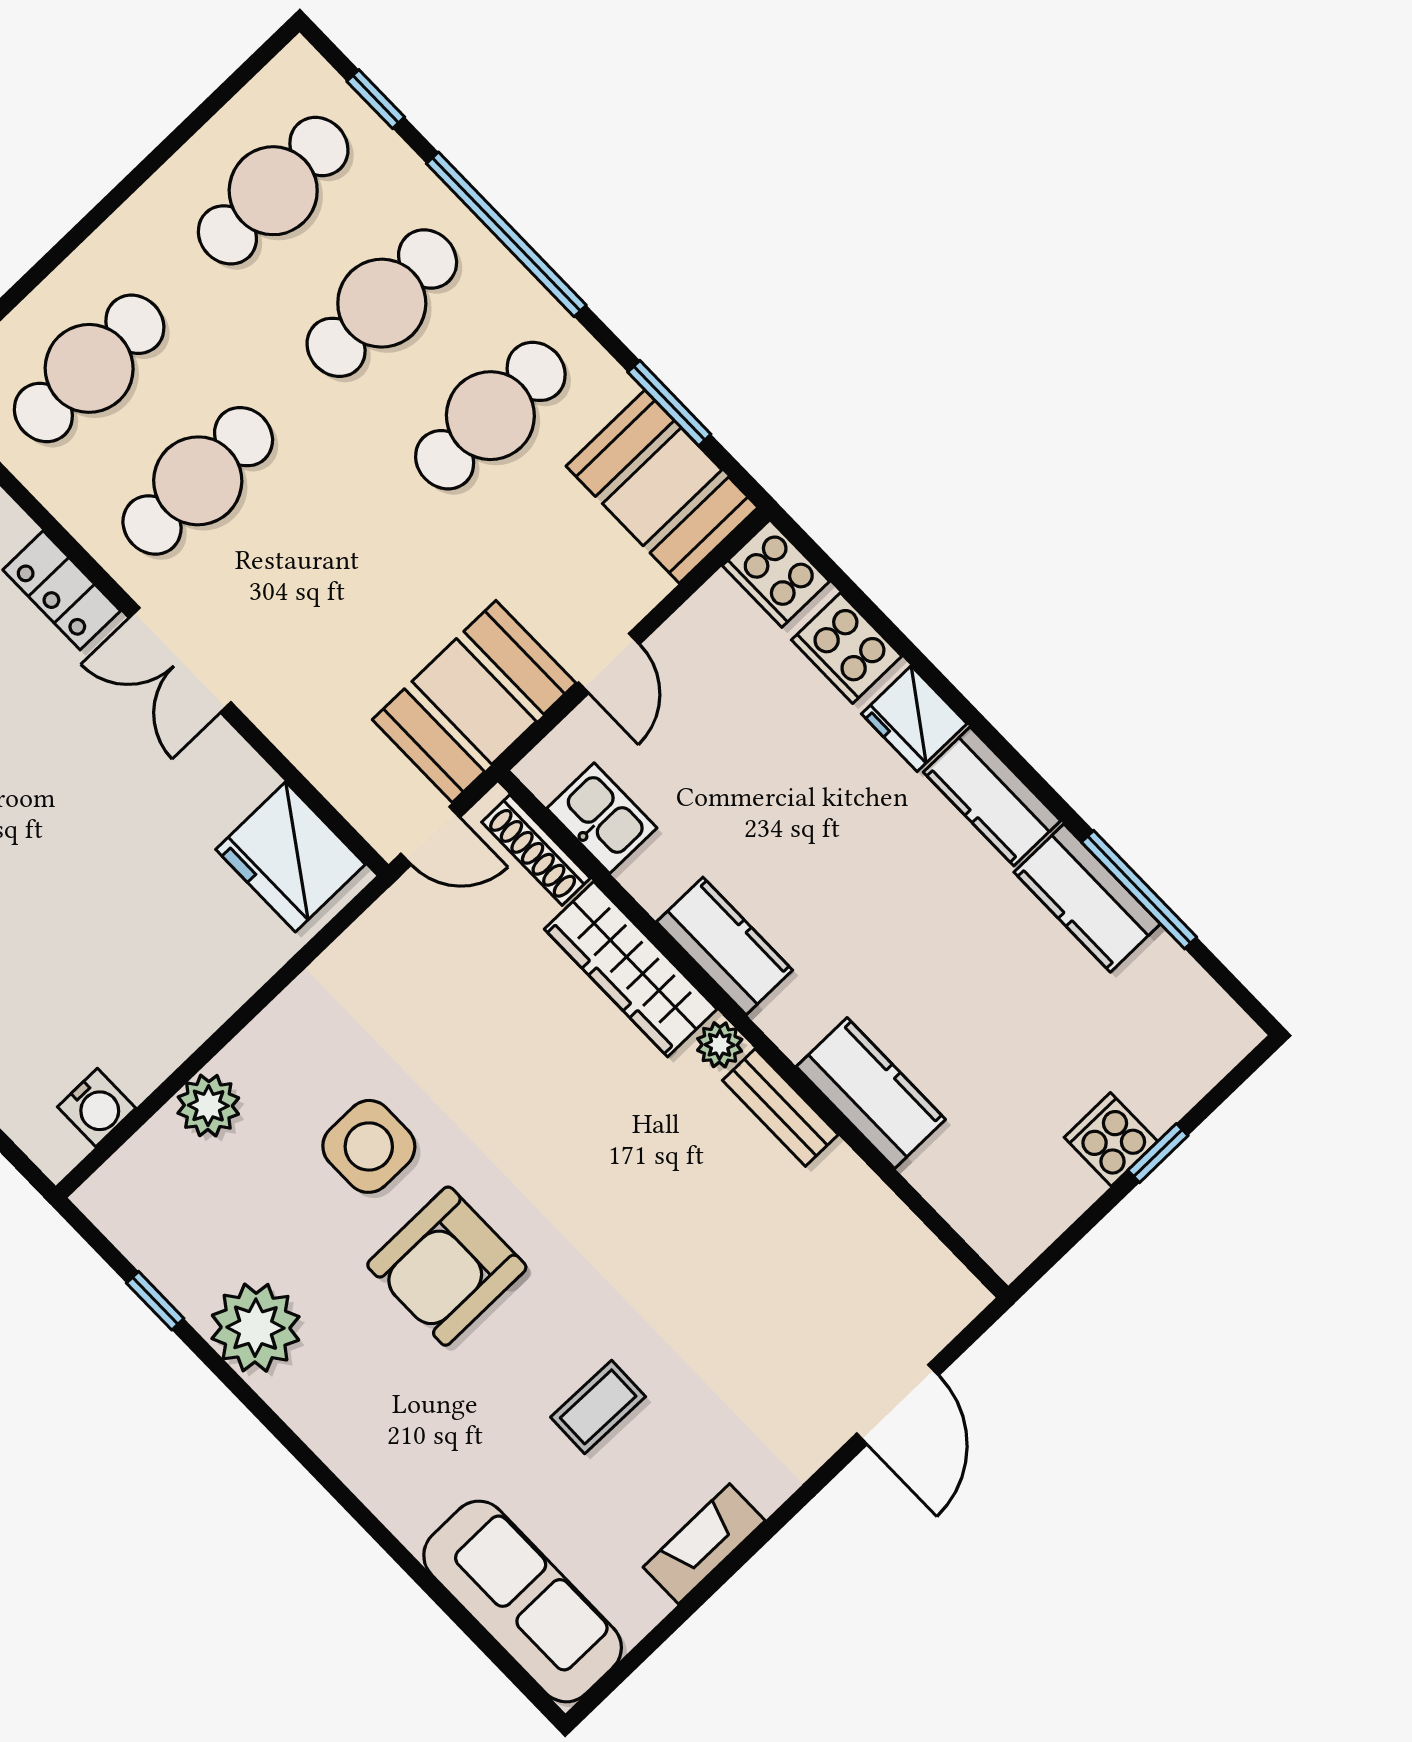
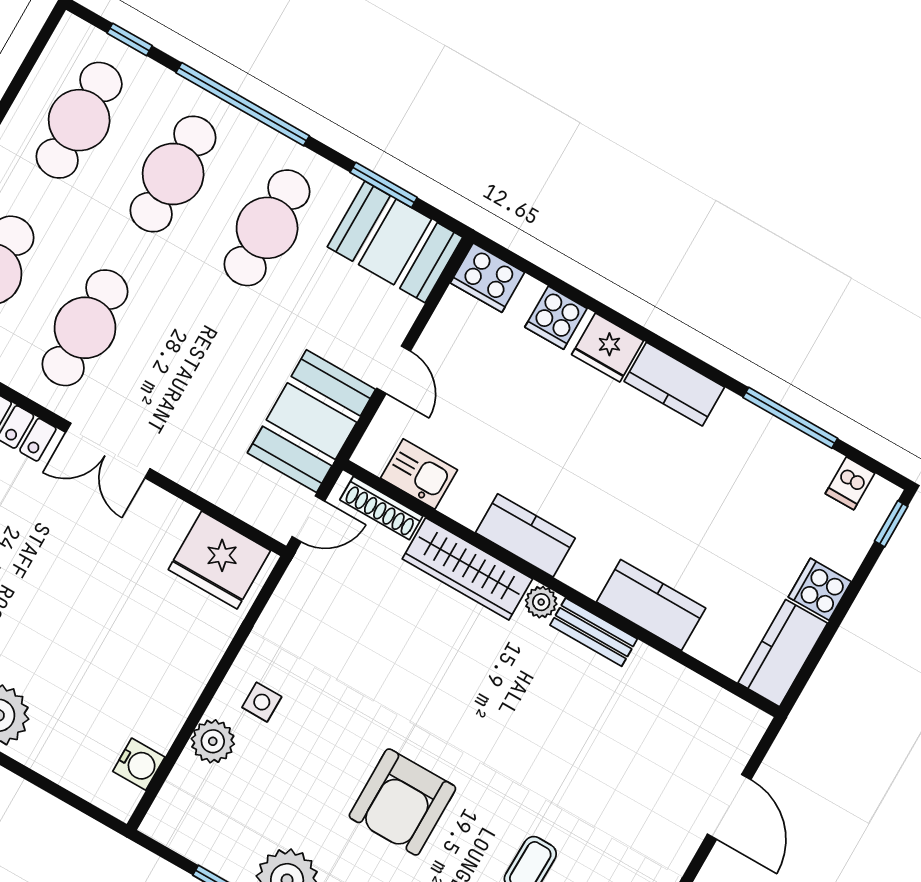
cooker: (847, 648) -> (556, 318), width x0.73
kitchen counter: (1087, 898) -> (783, 653), moved, turned 90
dishwasher: (1196, 1005) -> (850, 483), added
side table: (369, 1146) -> (262, 702), moved, width x0.54, depth x0.54
window: (1158, 1153) -> (891, 524), moved

